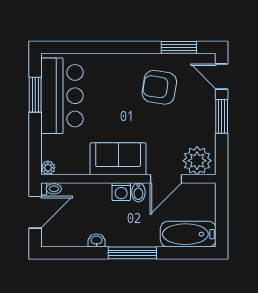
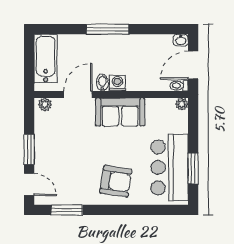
armchair: (159, 87) -> (116, 181), moved
plant: (197, 161) -> (45, 105), width x0.53, depth x0.53
bathtub: (188, 234) -> (46, 59), moved, turned -90
washbasin: (96, 240) -> (181, 40), moved

